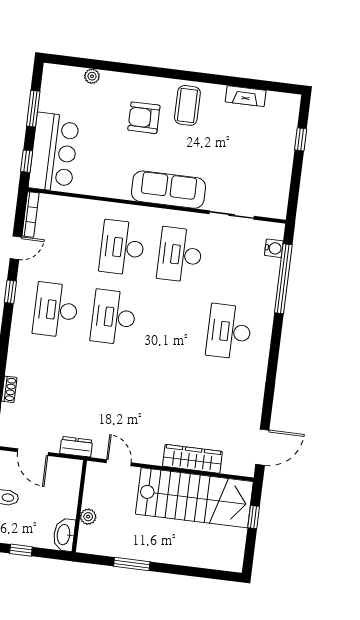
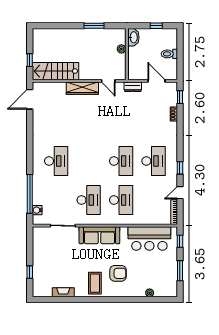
bar counter: (54, 152) -> (149, 239), moved, turned -90
wardrobe: (192, 459) -> (82, 88), moved
stairs: (194, 498) -> (56, 71), width x0.73, depth x0.66

